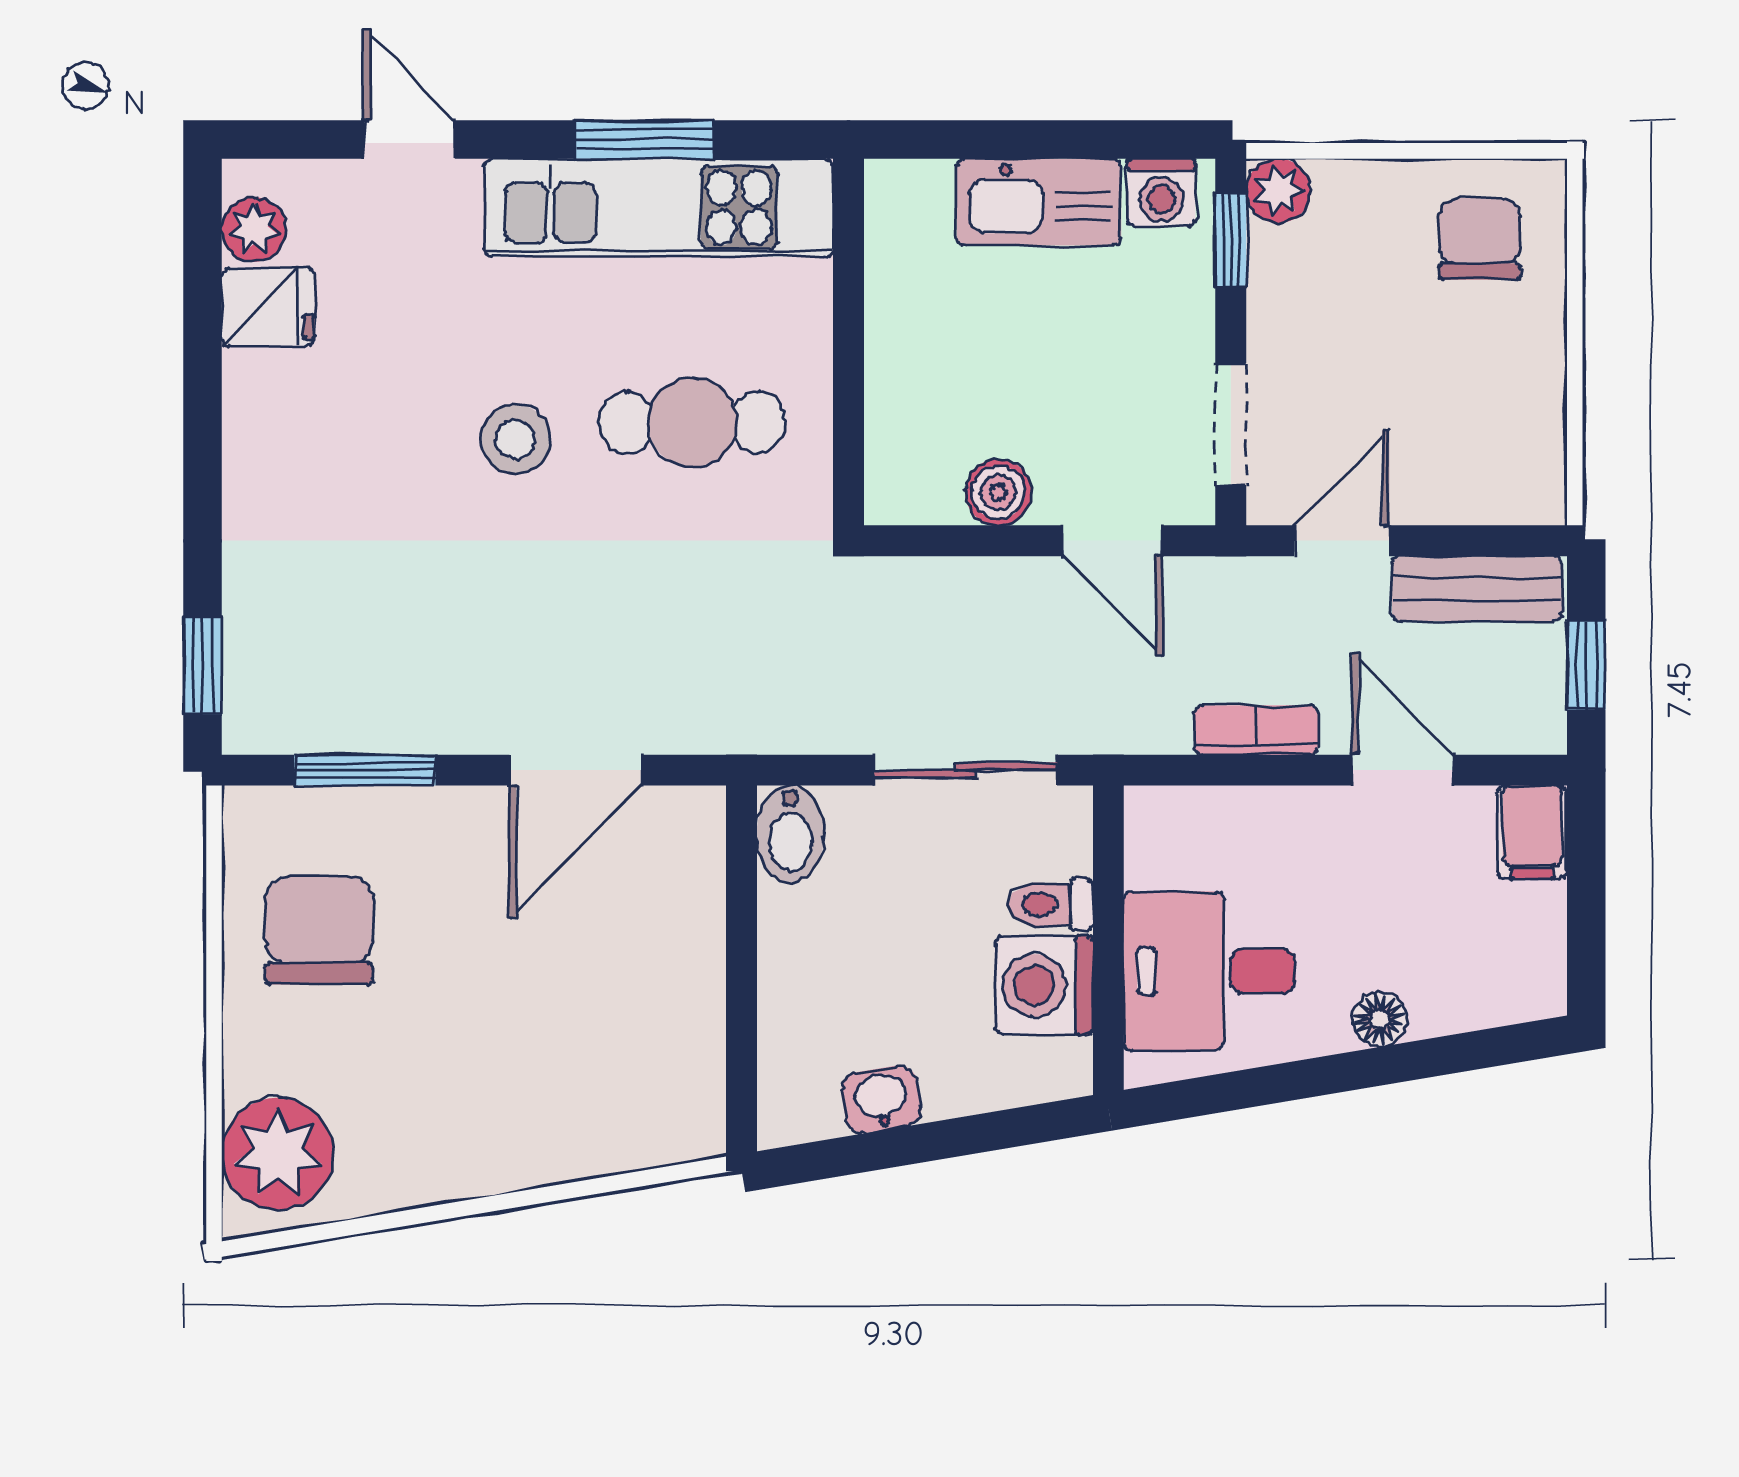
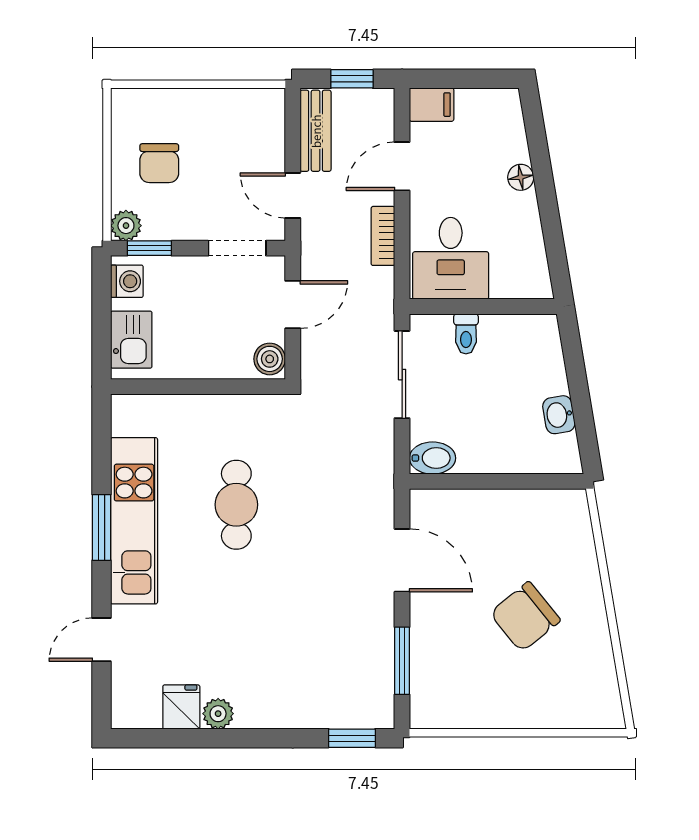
kitchen sink: (1039, 202) -> (131, 340), width x0.73
plant: (254, 230) -> (218, 714), moved
chair: (1480, 239) -> (159, 163), moved, turned -90
wall: (848, 342) -> (198, 387), moved
stool: (515, 439) -> (244, 589), removed
chair: (319, 930) -> (525, 617), moved, turned -39
desk: (1210, 971) -> (451, 258), moved
washing machine: (1044, 986) -> (505, 337), removed
plant: (278, 1154) -> (585, 702), removed

